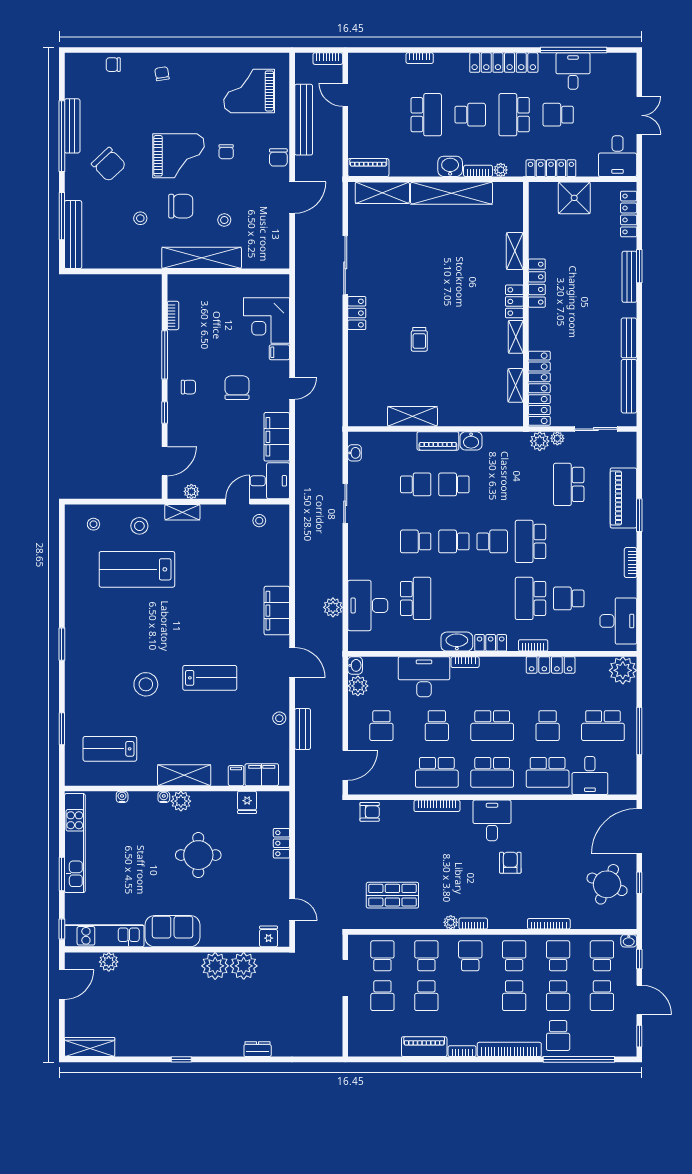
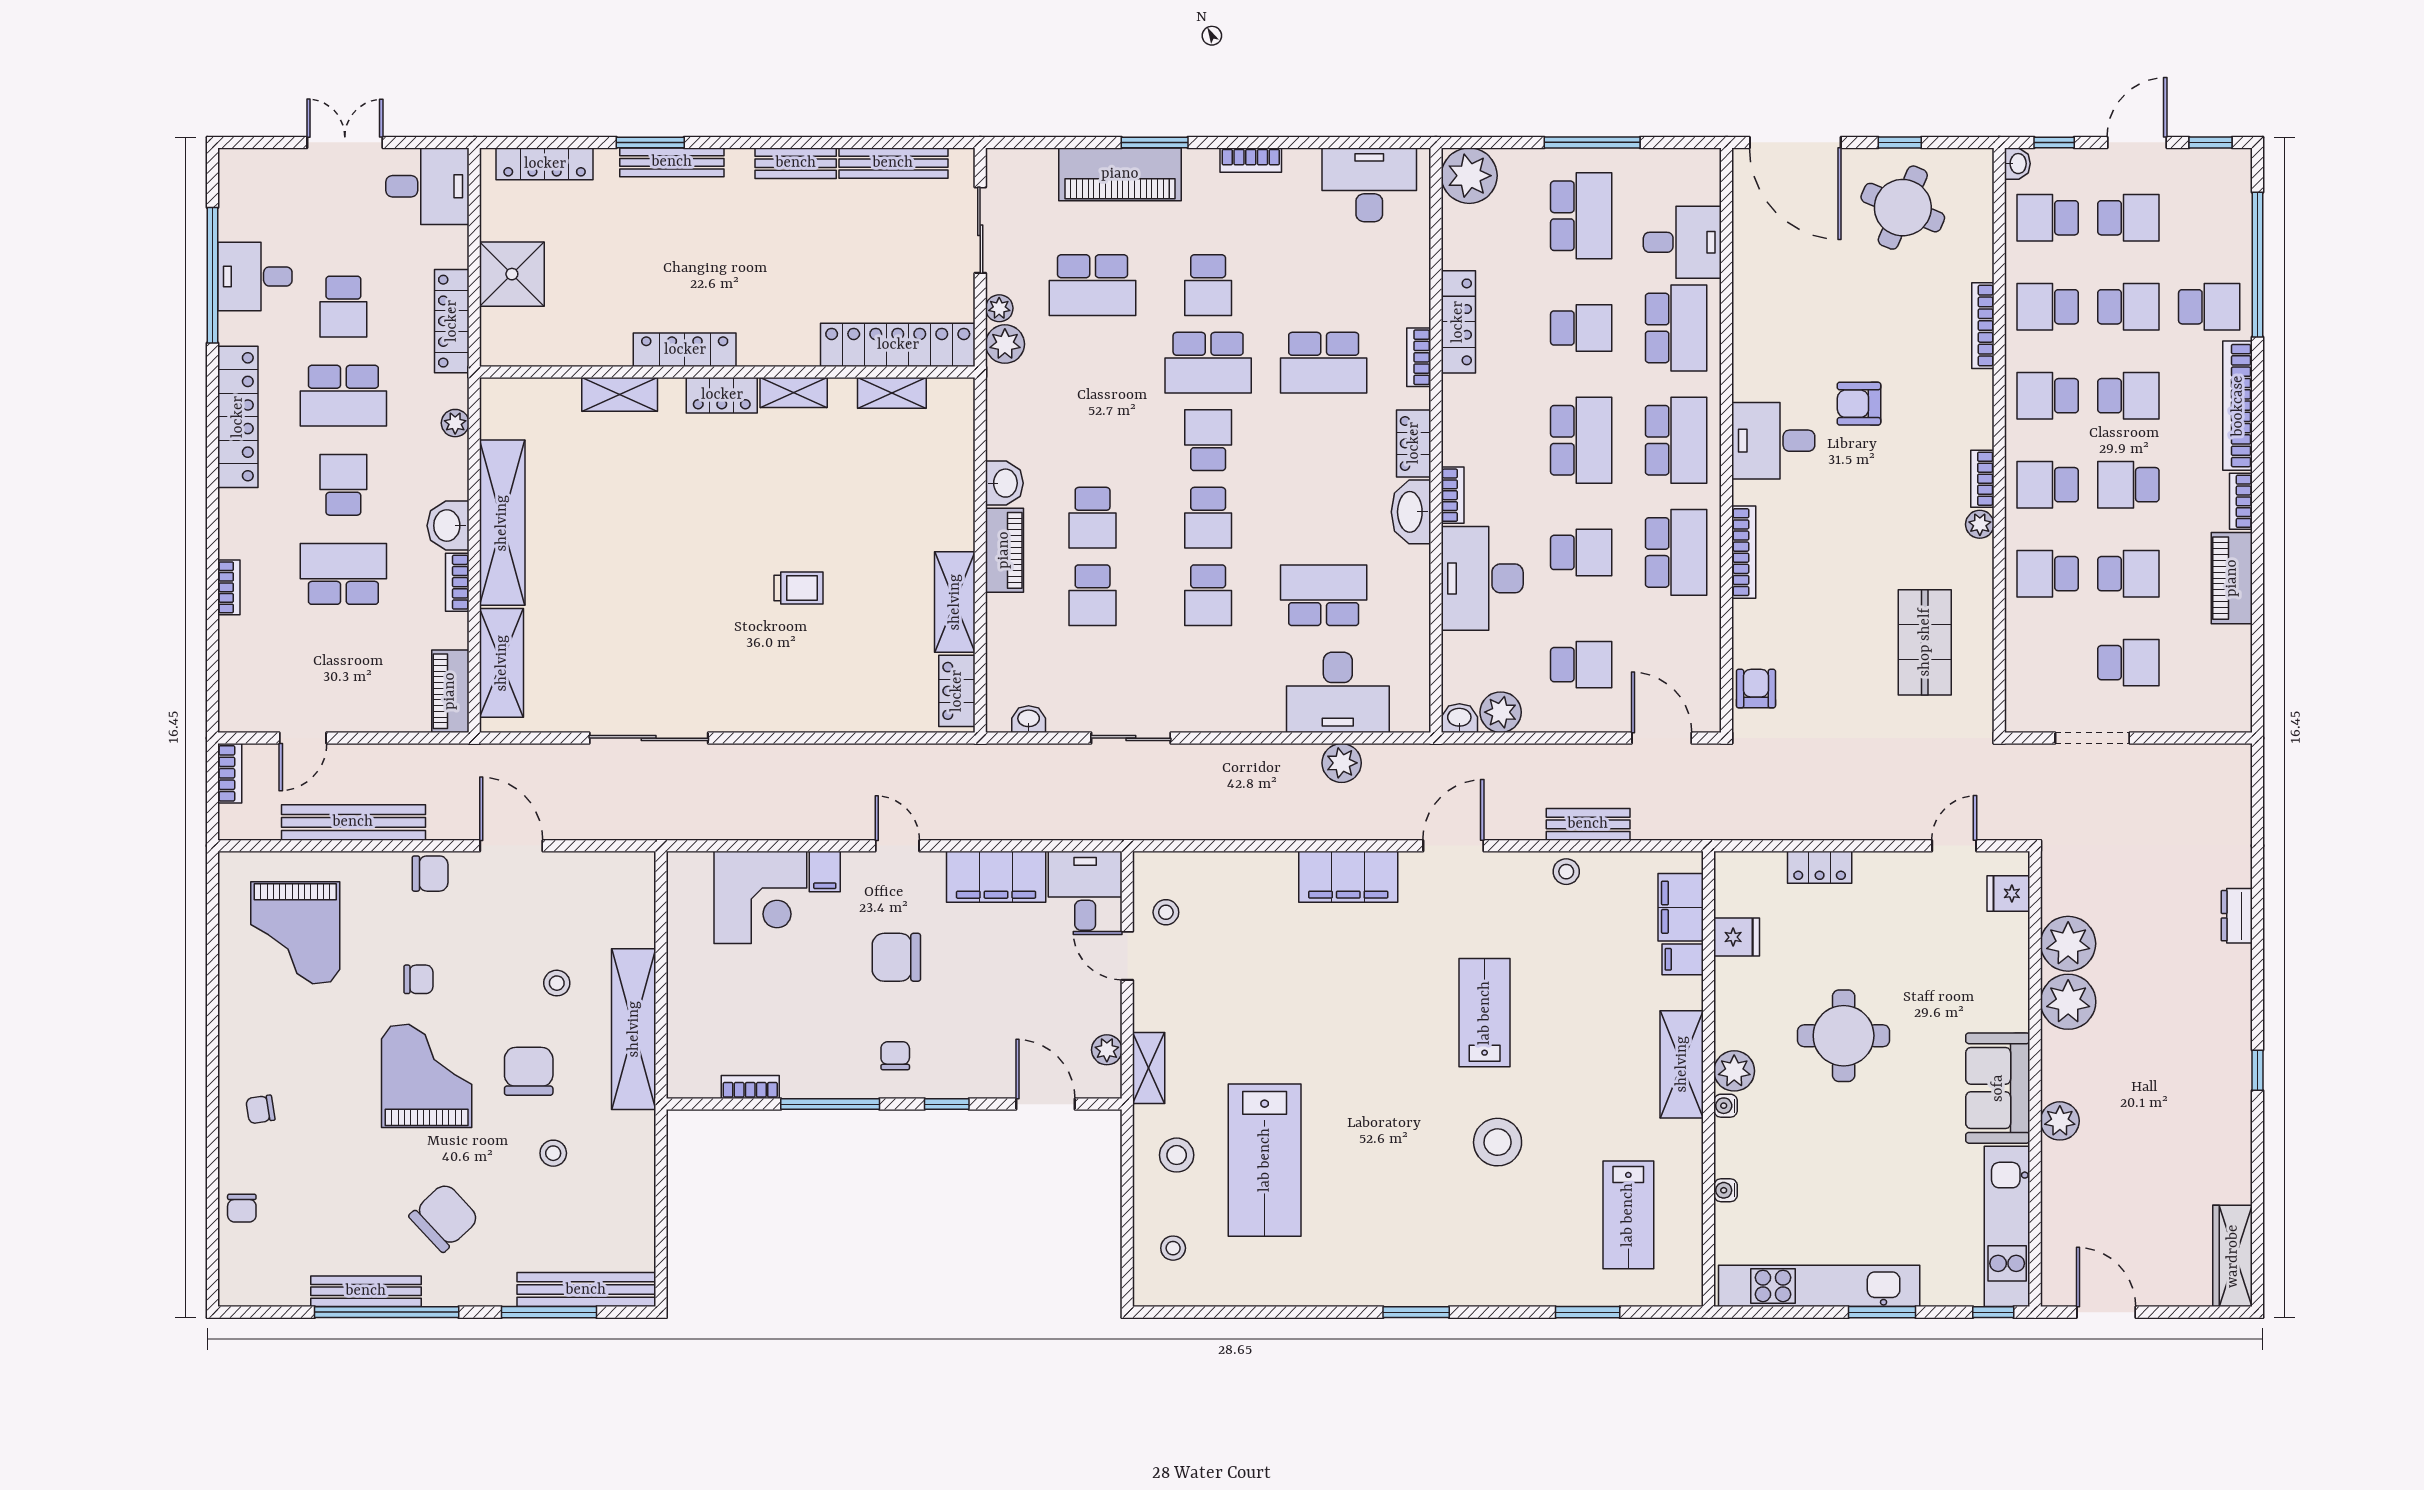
bookcase: (478, 171) -> (457, 582), moved
locker: (357, 313) -> (957, 691), moved, turned -90
school desk: (416, 484) -> (1093, 595), turned 180
school desk: (569, 598) -> (1208, 285), moved
school desk: (382, 956) -> (2128, 485), moved
plant: (109, 962) -> (2060, 1121), moved

